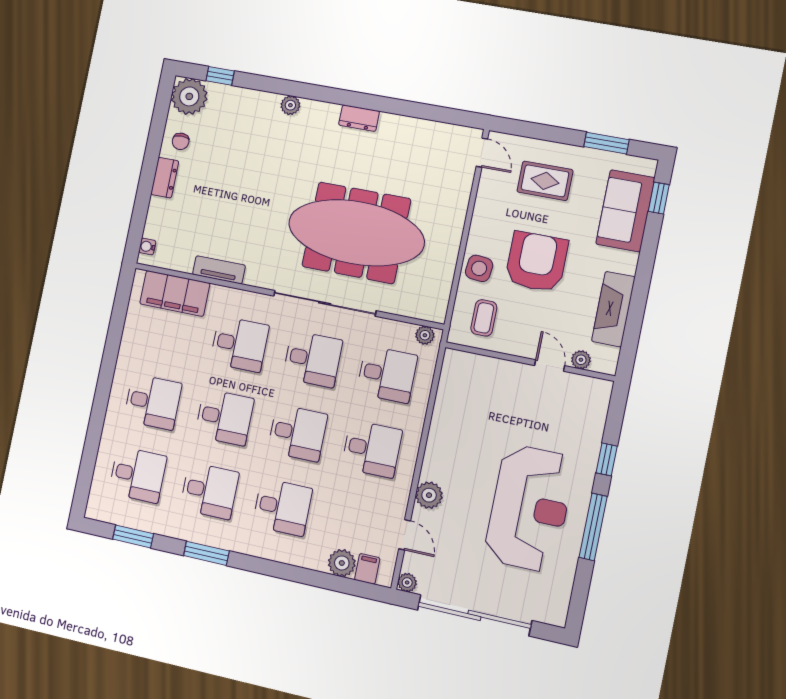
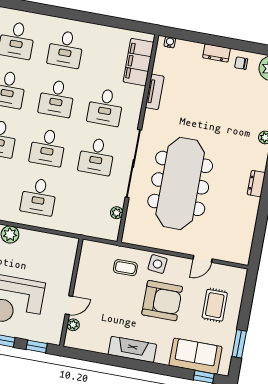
door: (482, 153) -> (203, 259), moved
plant: (425, 335) -> (117, 213), moved
plant: (581, 360) -> (73, 325), moved
wall: (529, 362) -> (71, 292), moved
door: (550, 366) -> (69, 305), moved
desk: (387, 374) -> (87, 206), removed

